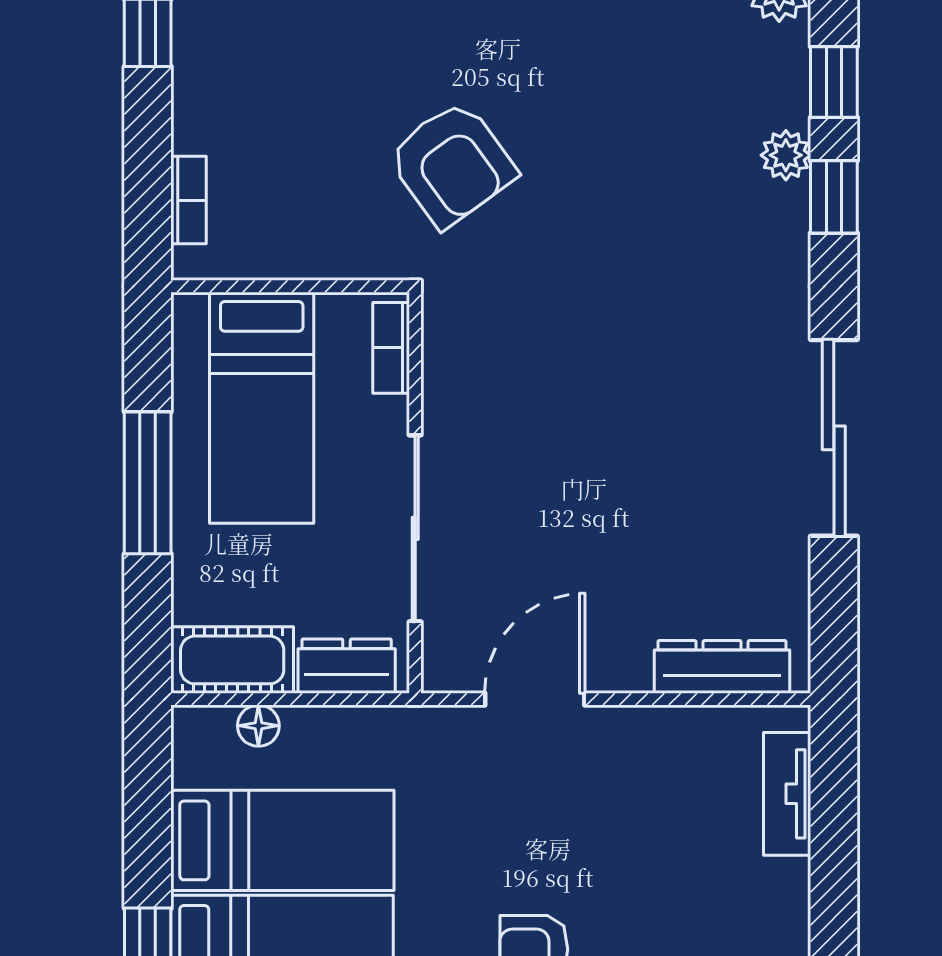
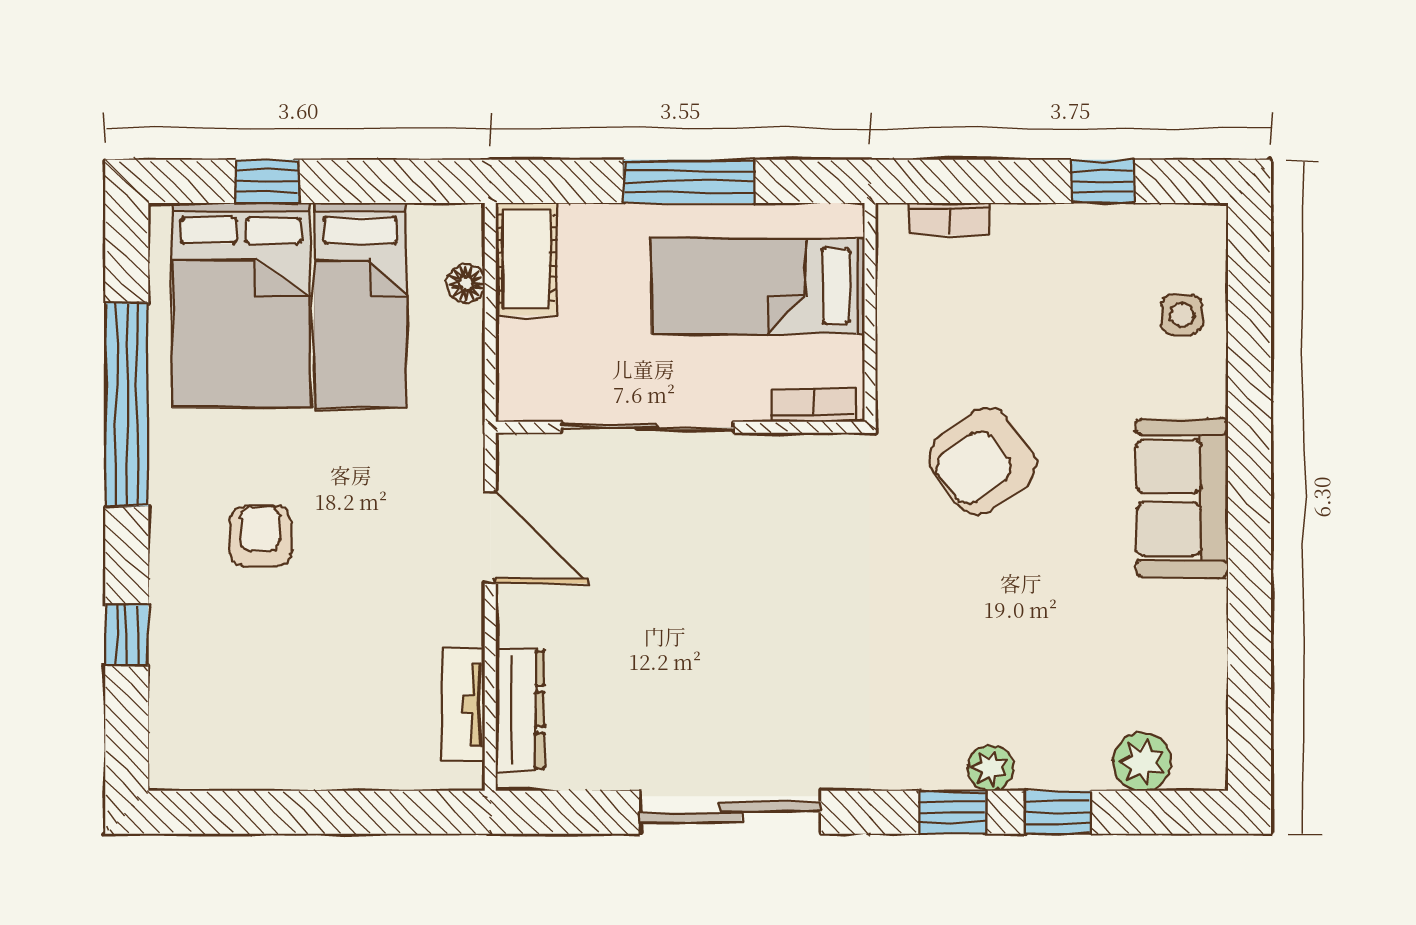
dresser: (347, 666) -> (521, 364), removed
tv unit: (787, 794) -> (463, 704), moved, turned -90

